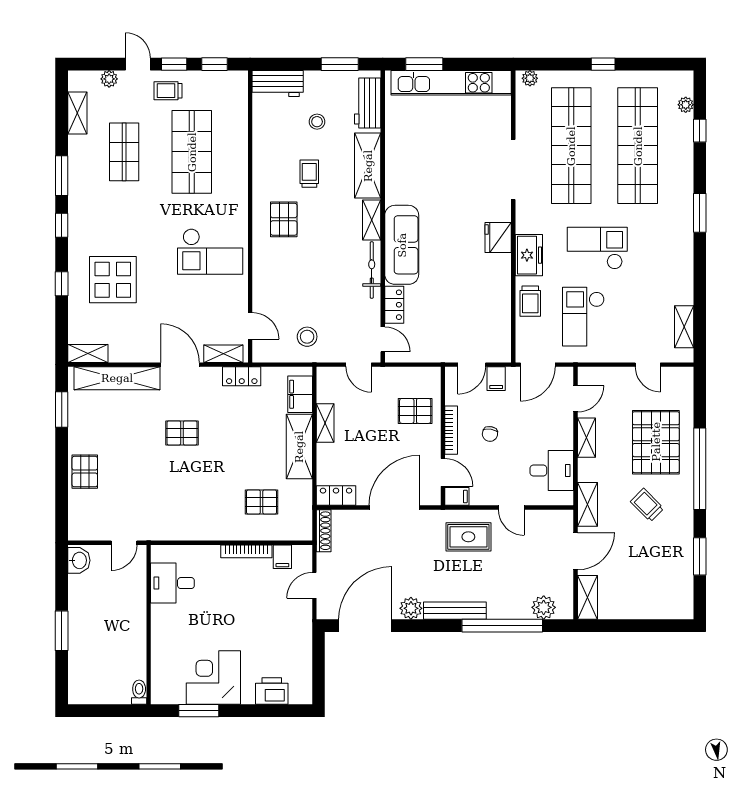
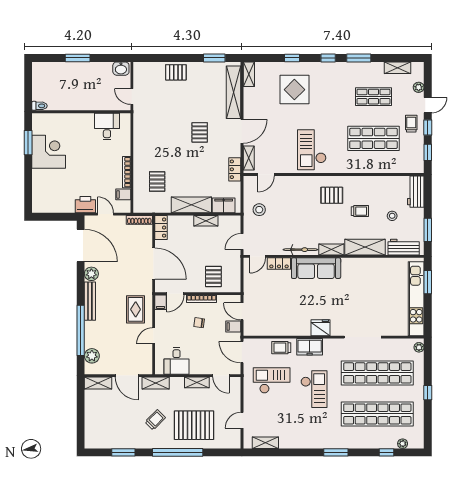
printer: (272, 691) -> (85, 205), moved, turned -90

